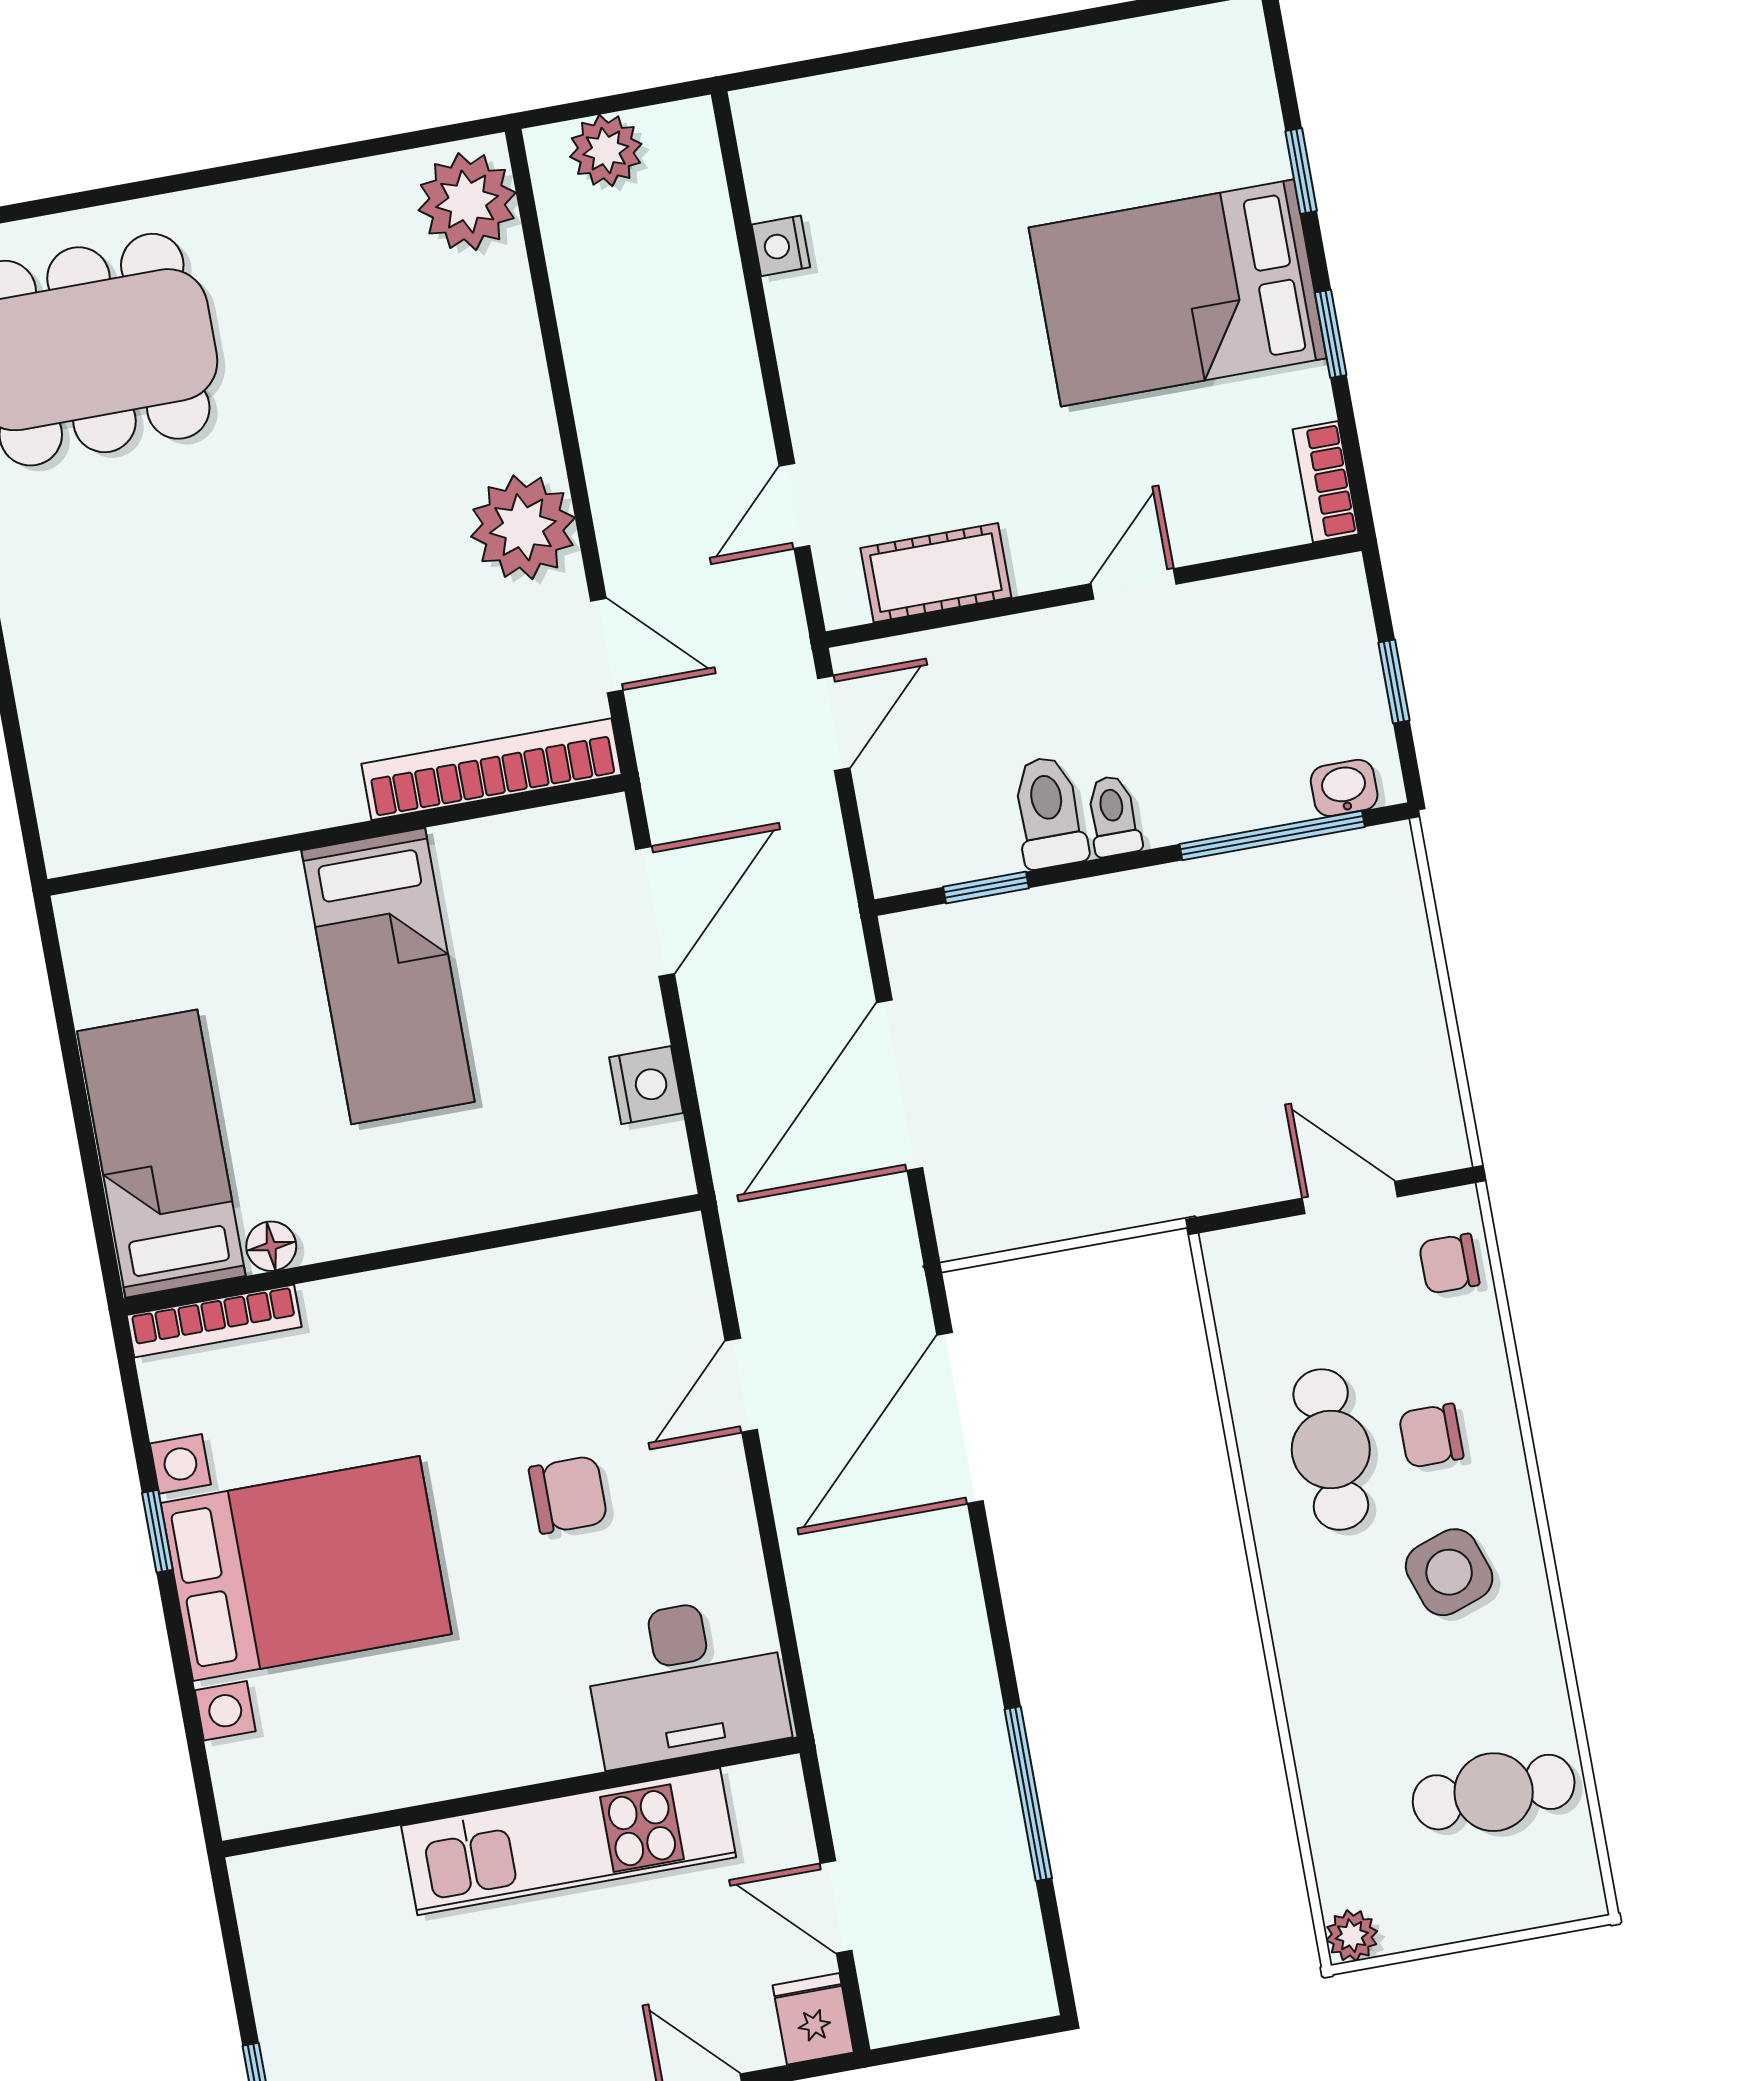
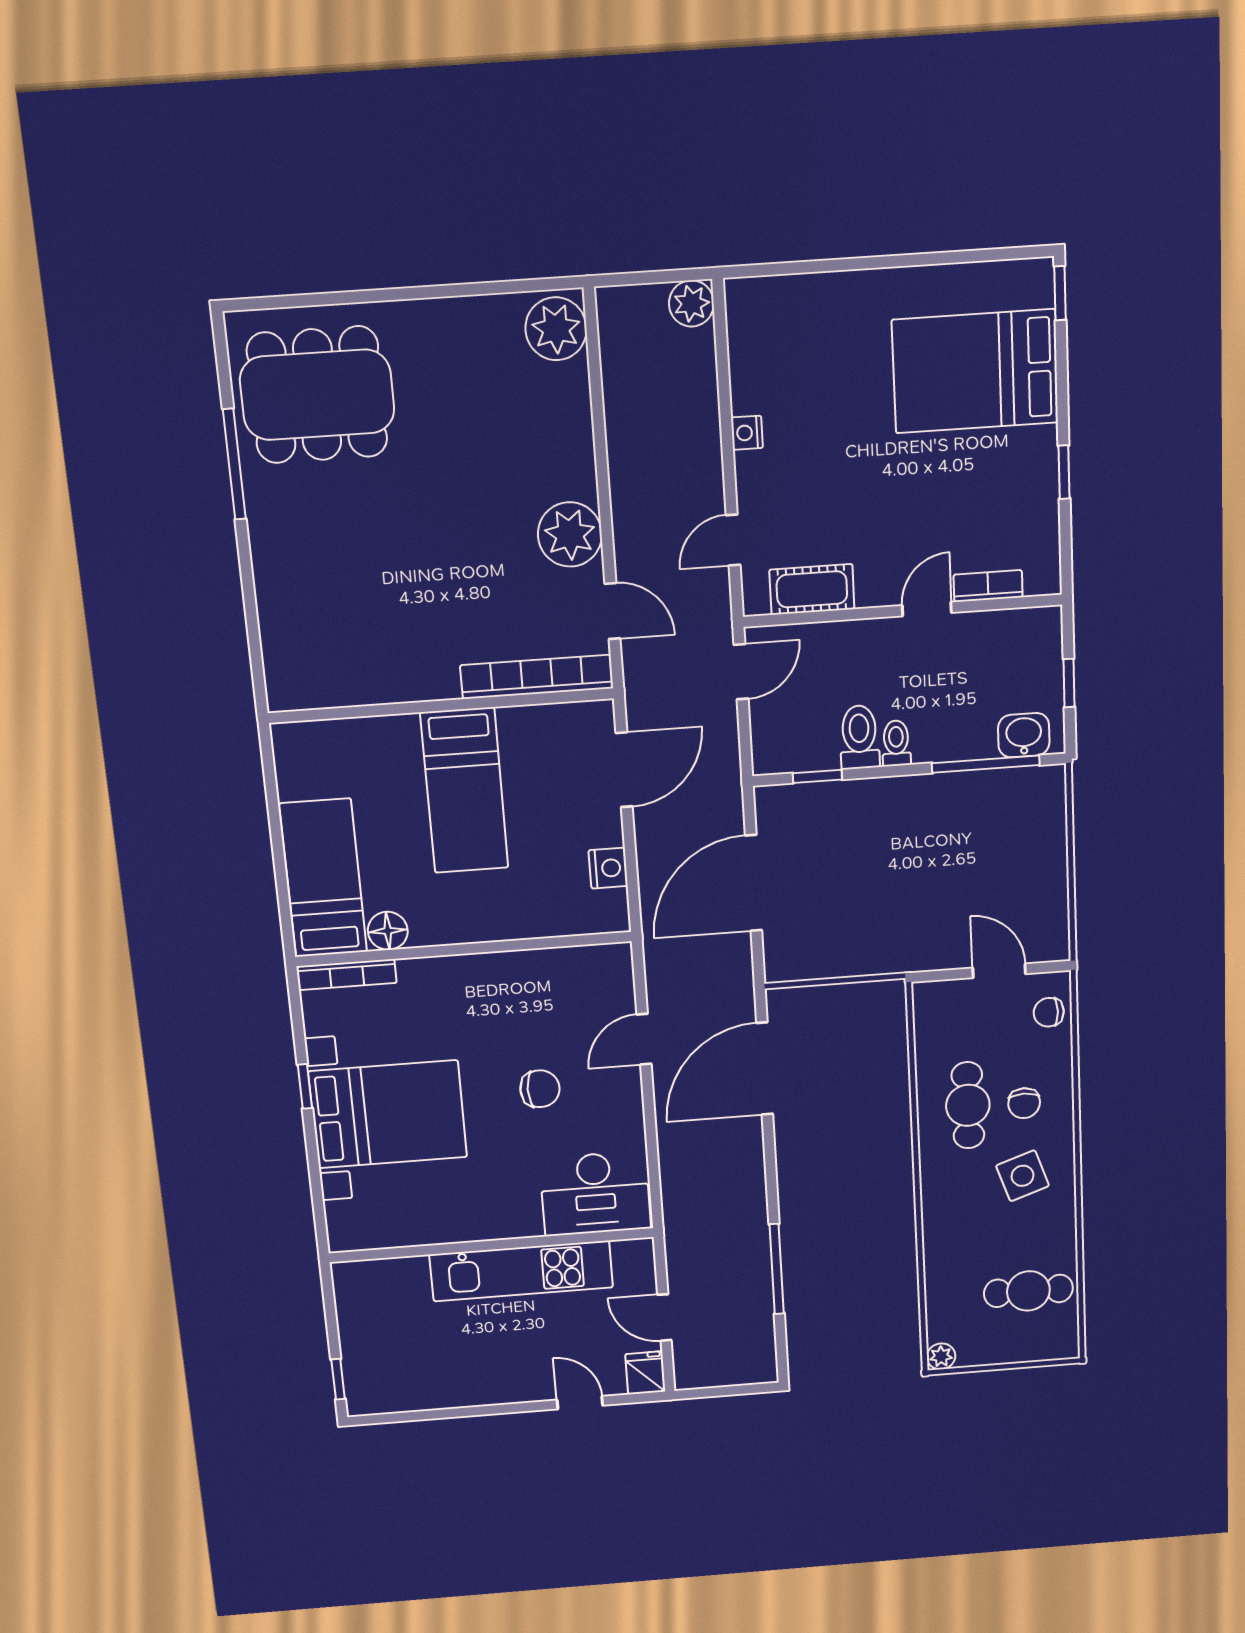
plant: (606, 150) -> (691, 303), moved
window: (1301, 171) -> (1060, 293), moved
nightstand: (781, 246) -> (747, 433), moved
bed: (1178, 293) -> (975, 371), moved
bookcase: (1326, 482) -> (988, 586), moved, turned 90
washbasin: (1344, 788) -> (1024, 735), width x1.38, depth x1.45
floor lamp: (271, 1246) -> (388, 931), width x1.37, depth x1.37
chair: (1431, 1436) -> (1024, 1103), turned -90

